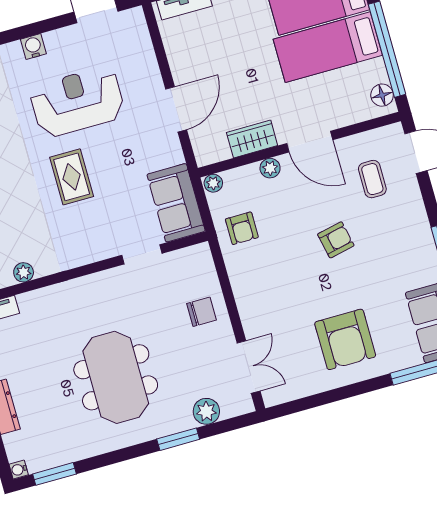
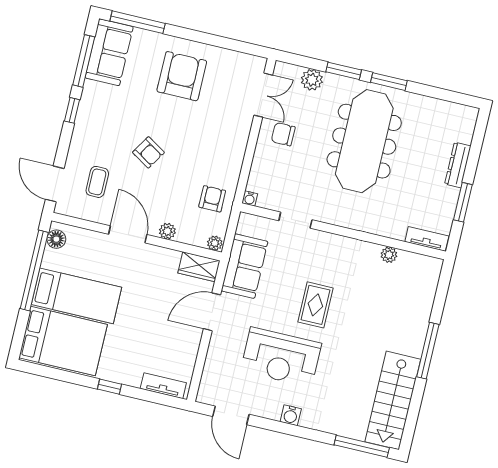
wardrobe: (252, 139) -> (199, 267), moved
sofa: (176, 203) -> (245, 266), moved
armchair: (336, 240) -> (148, 152), turned -136
chair: (202, 312) -> (283, 134), moved
double door: (249, 367) -> (263, 95), swing flipped
meeting table: (116, 377) -> (364, 141), width x1.36
water cooler: (19, 470) -> (250, 198), moved, turned 90
window: (54, 474) -> (389, 82), moved

